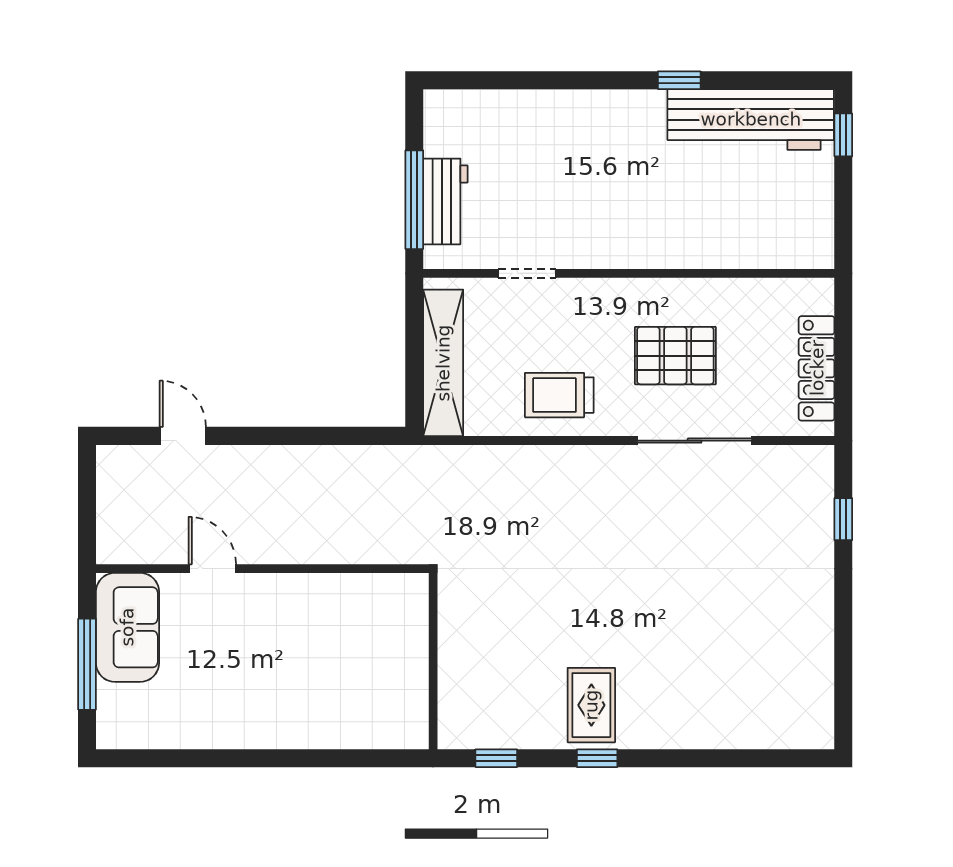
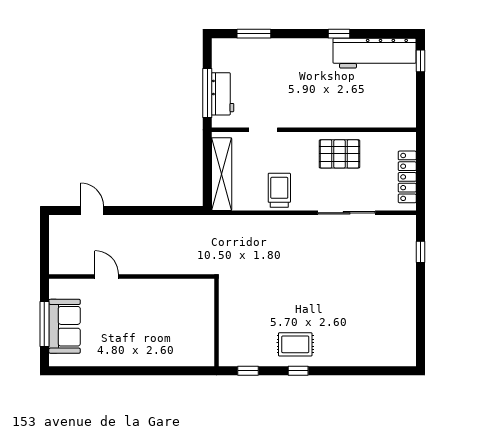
window: (508, 80) -> (254, 34), added
pallet: (675, 356) -> (339, 154), moved
trolley: (559, 395) -> (279, 190), turned 90
sofa: (127, 627) -> (65, 326), moved
rug: (591, 705) -> (295, 344), turned 90

